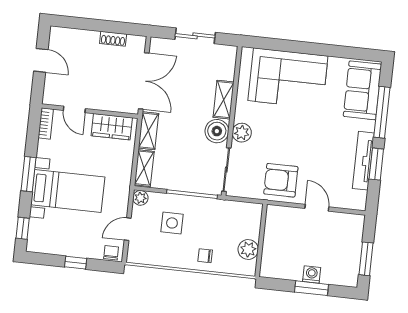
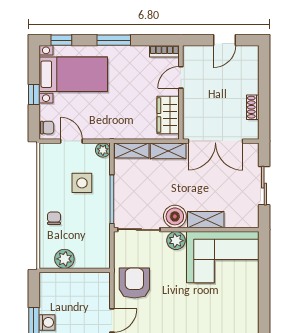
corner sofa: (288, 78) -> (223, 257), moved, turned -90
bed with nightstands: (68, 191) -> (73, 74), moved, turned -90

